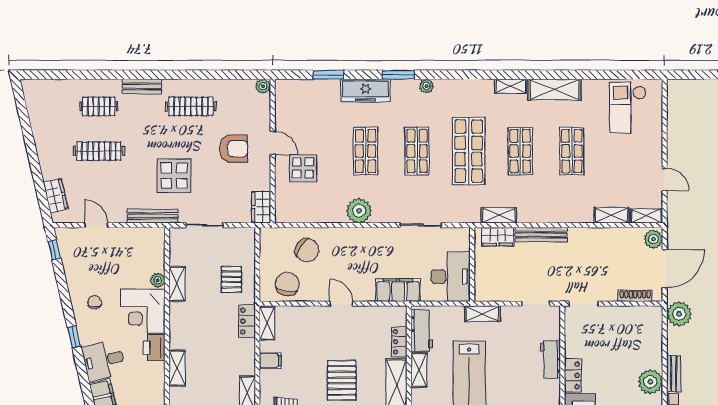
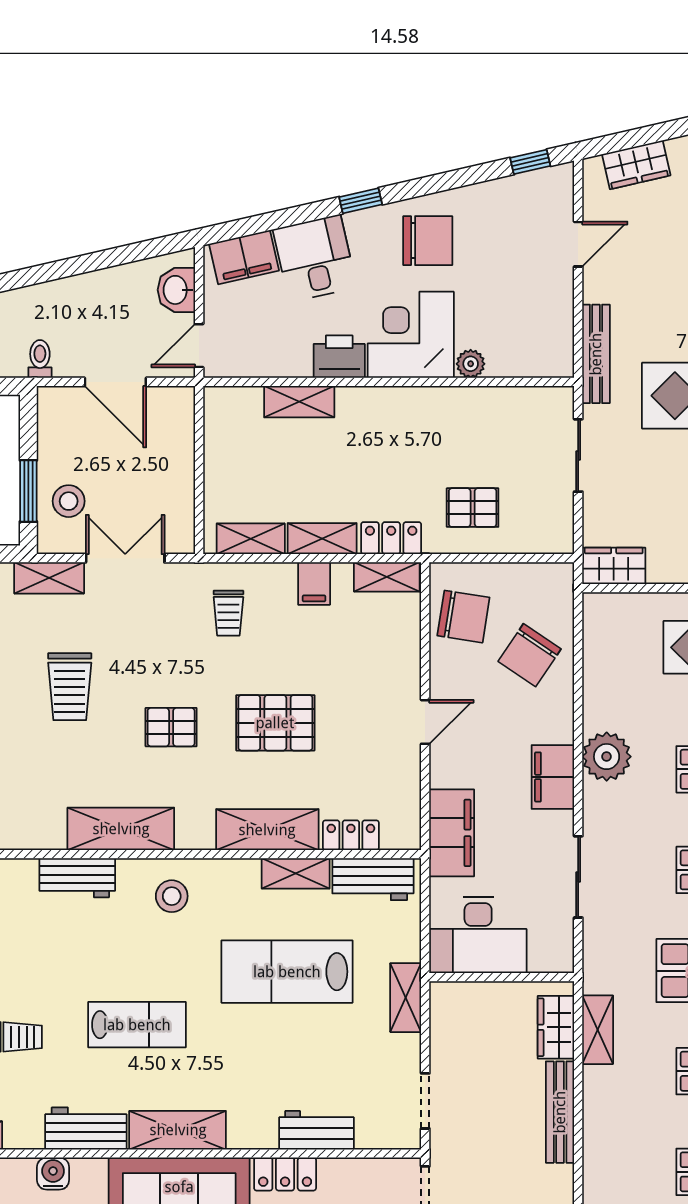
filing cabinet: (369, 238) -> (553, 777), added
shelving: (177, 284) -> (322, 539), moved
chair: (95, 302) -> (428, 241), width x1.87, depth x1.87

